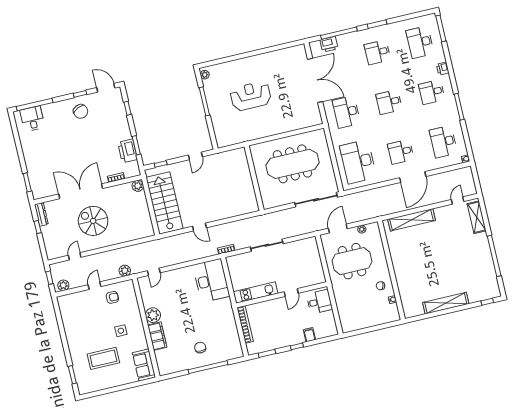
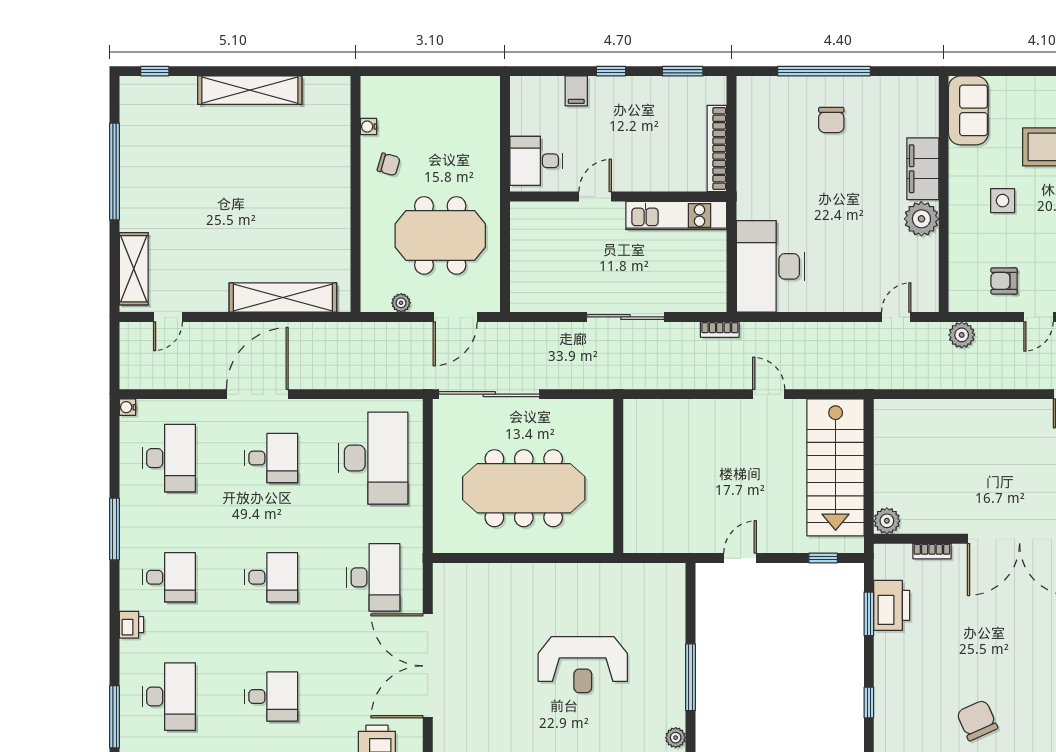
spiral stairs: (93, 221) -> (1007, 465), removed

